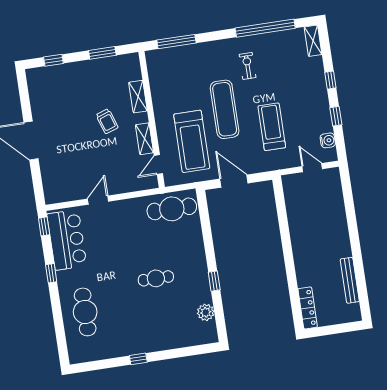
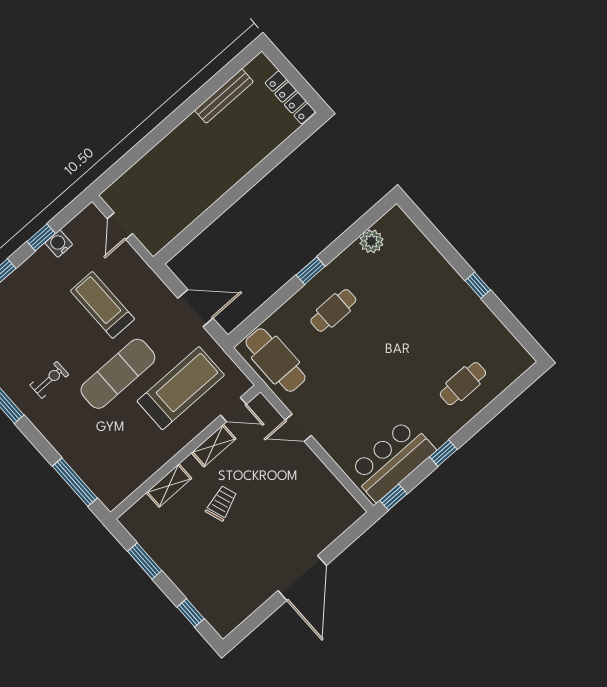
exercise bike: (248, 66) -> (49, 380), turned 180
treadmill: (272, 127) -> (103, 305), turned 90
water cooler: (328, 140) -> (59, 244), moved
door: (234, 181) -> (195, 308), swing flipped
door: (98, 200) -> (298, 428), moved
cafe table: (156, 278) -> (333, 310), moved, turned 90
window: (214, 281) -> (311, 271), moved
locker: (308, 308) -> (290, 97), moved, turned -90
cafe table: (85, 312) -> (463, 384), width x0.73, depth x0.74

